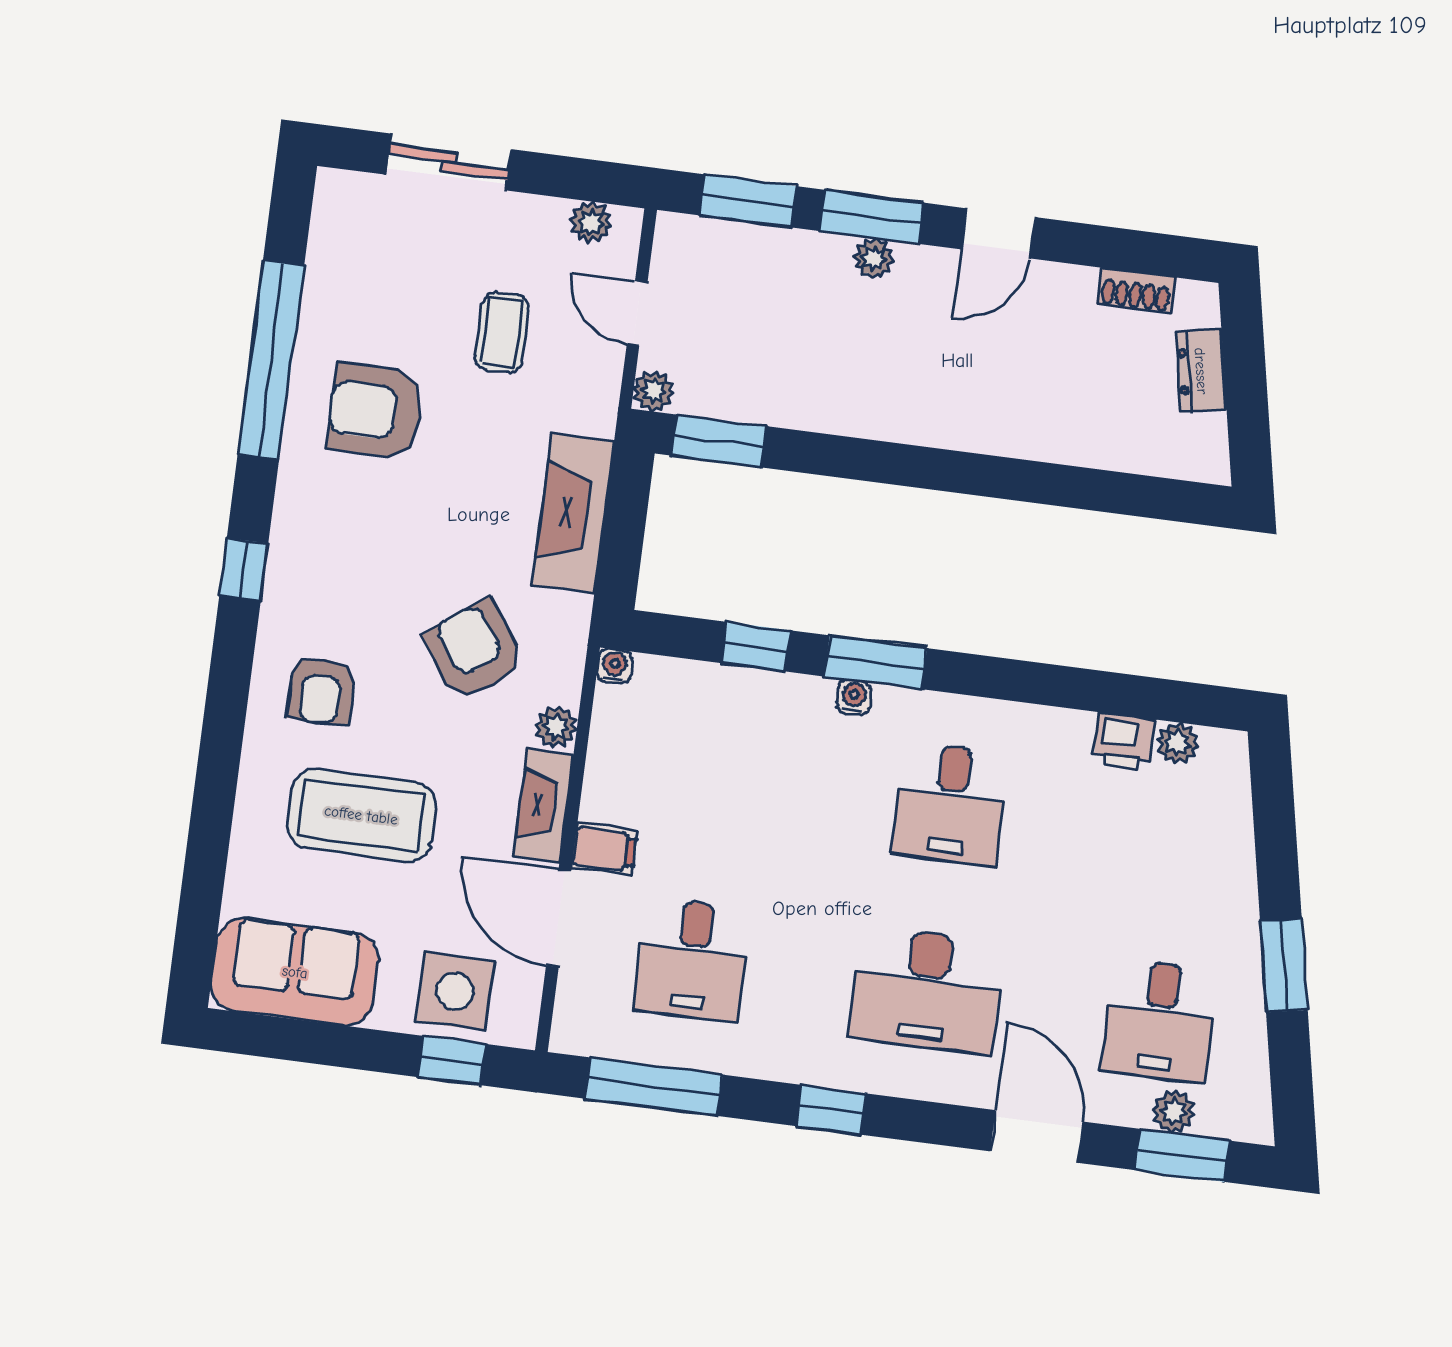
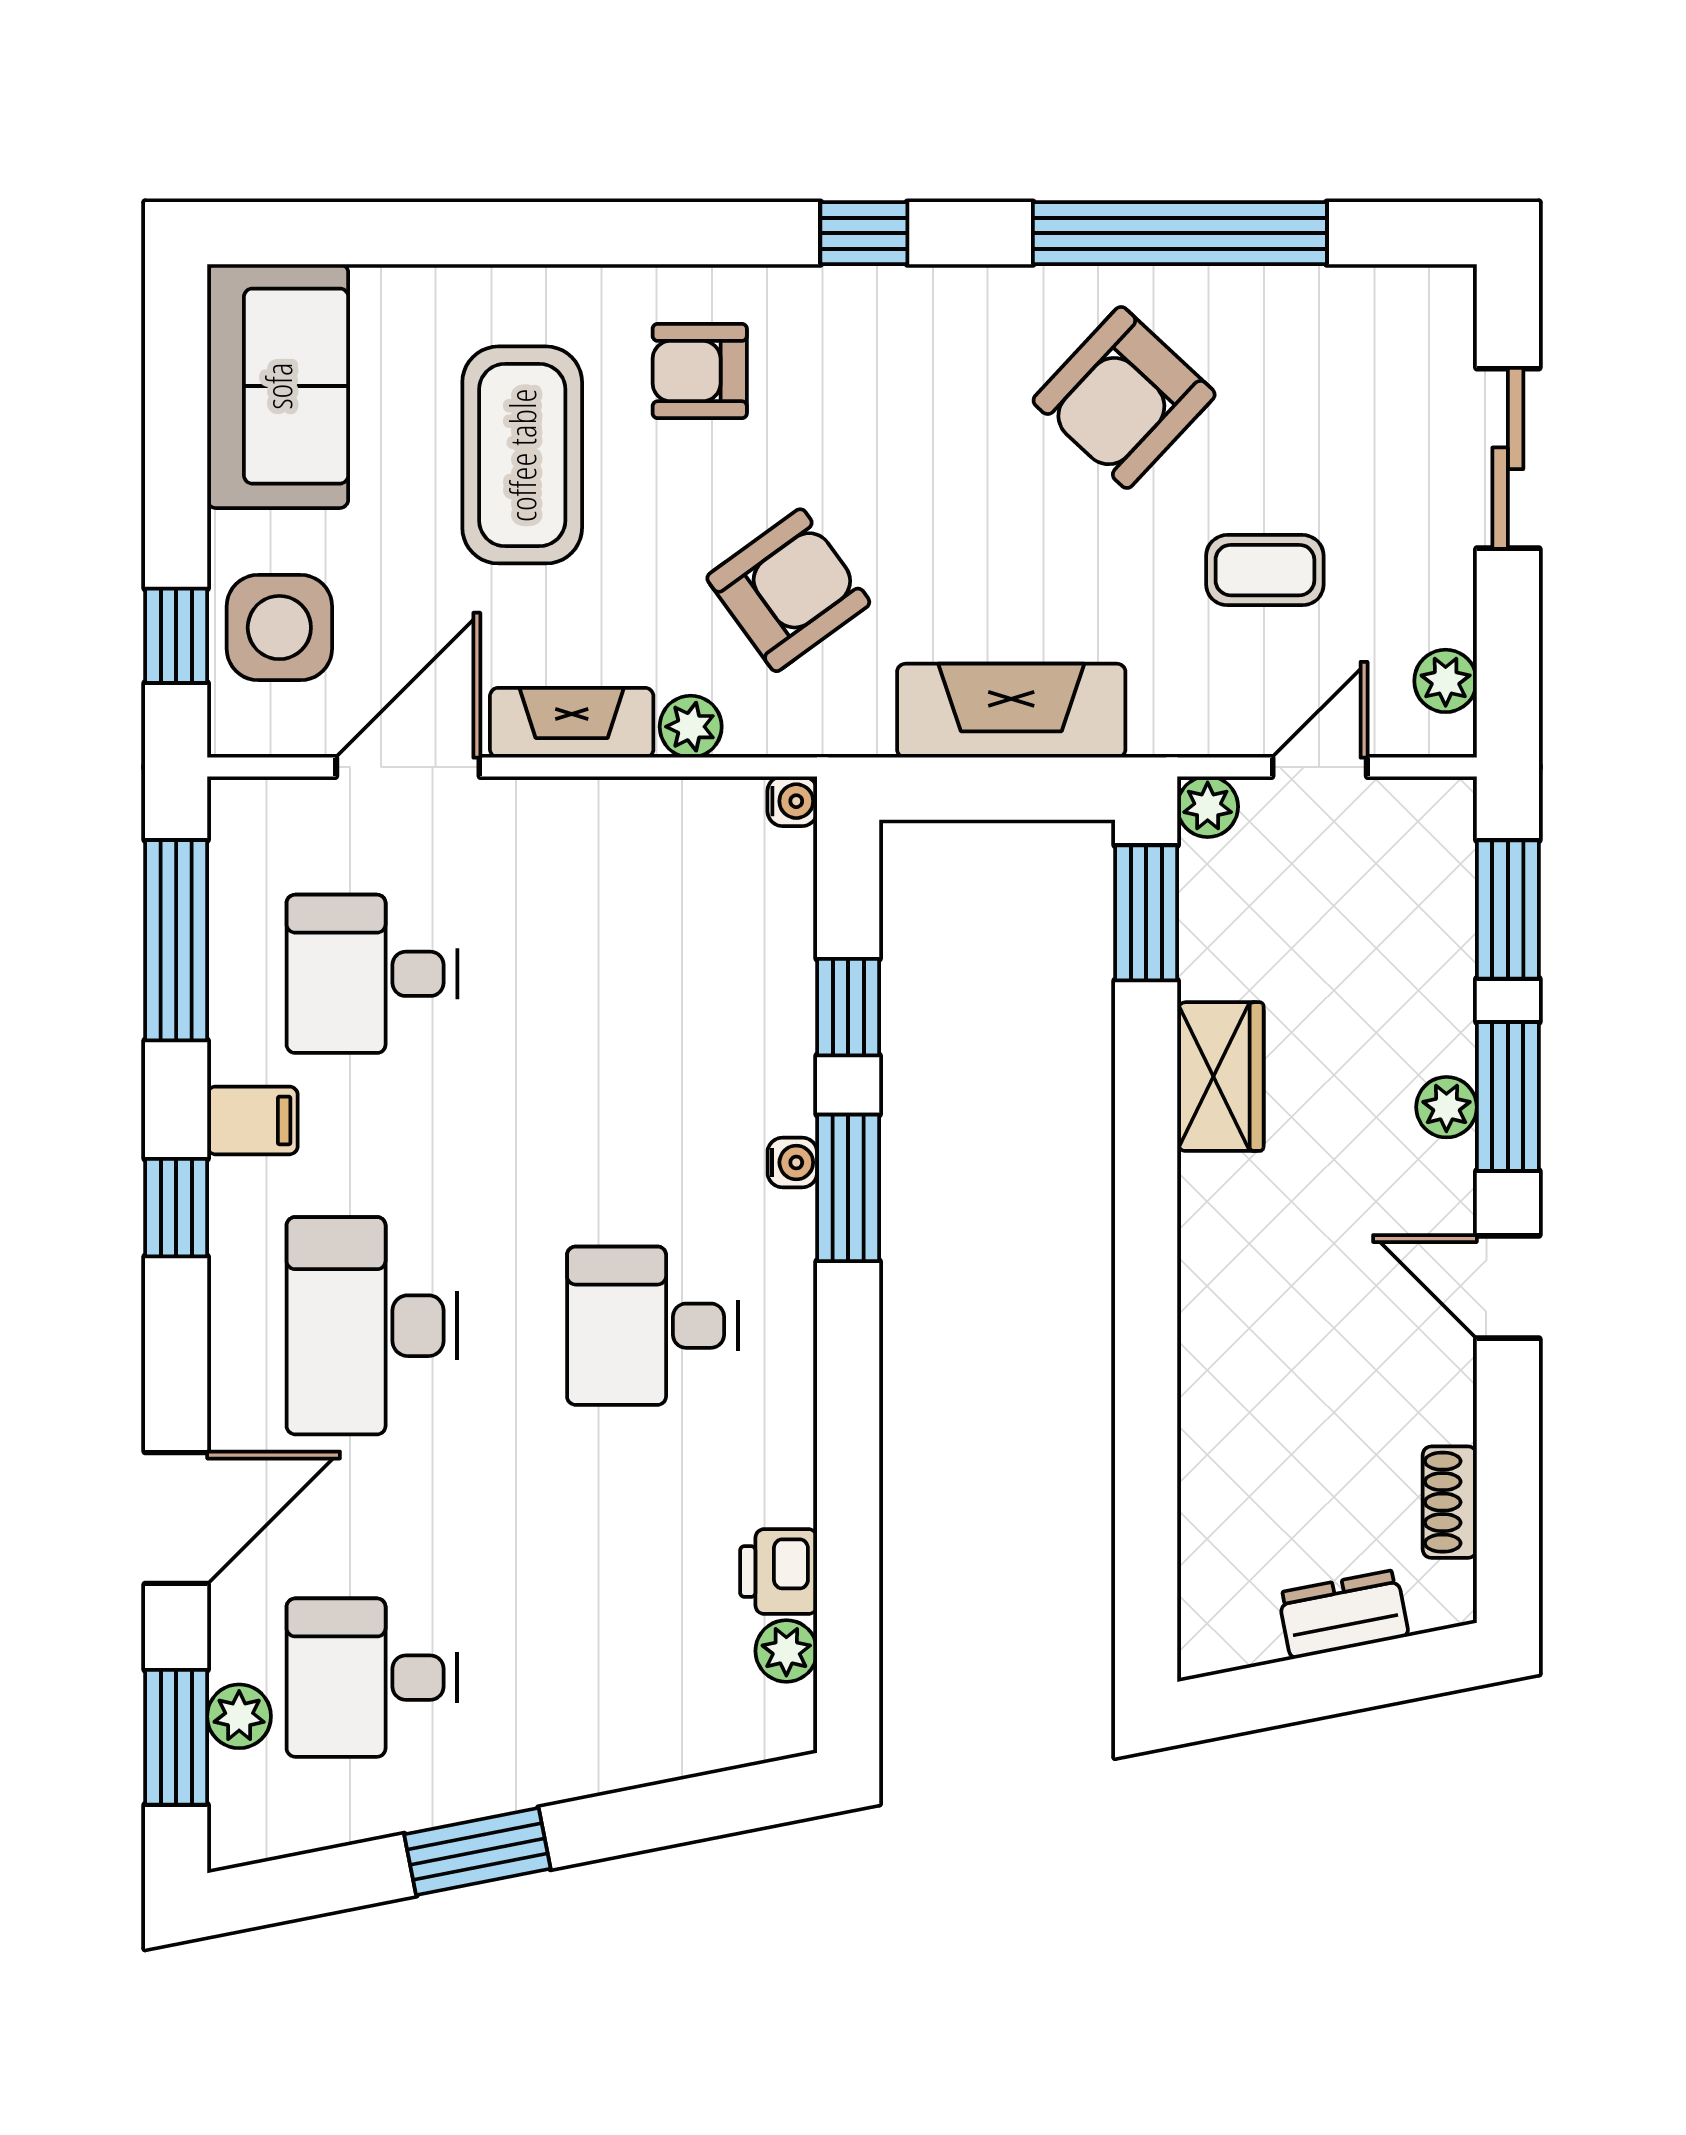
wardrobe: (834, 406) -> (1220, 1077), added
armchair: (375, 411) -> (1124, 397), turned -137
filing cabinet: (604, 849) -> (252, 1120), moved, turned -90

